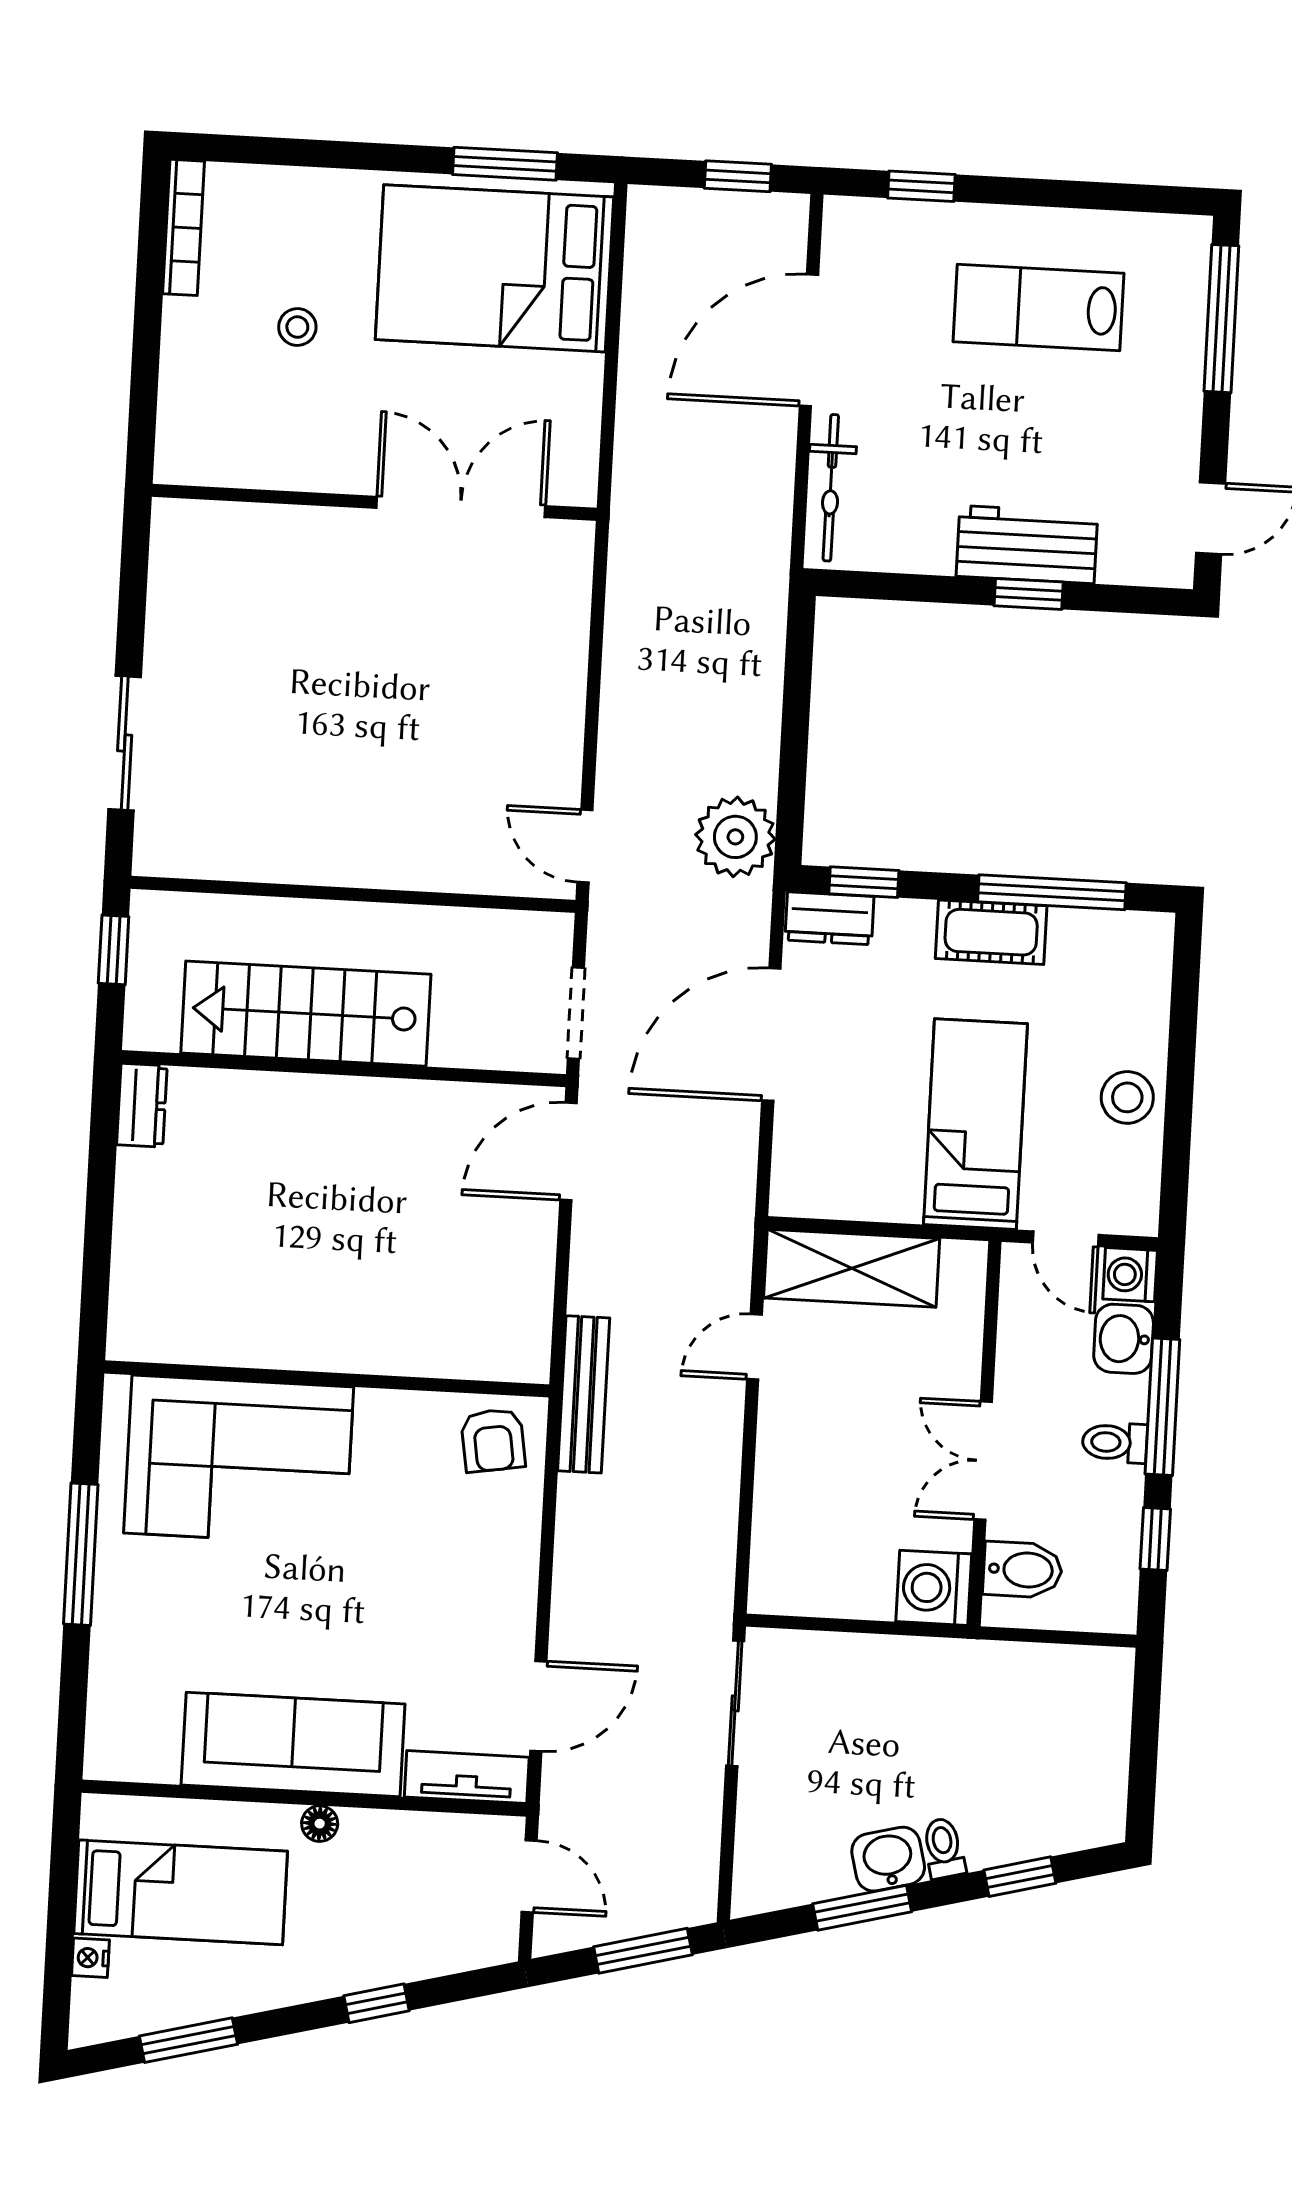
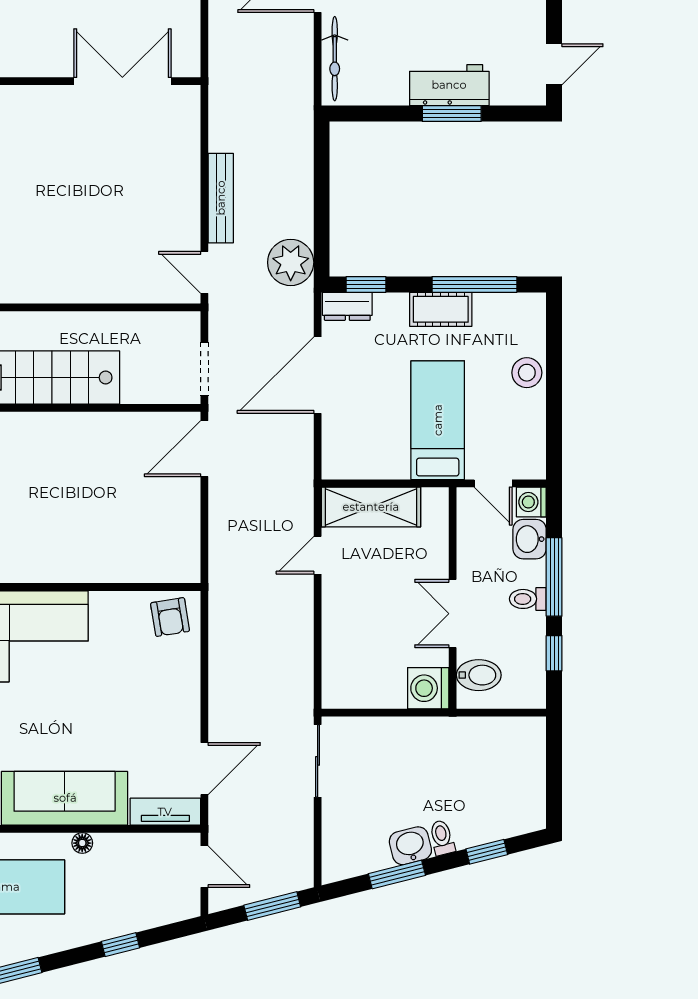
window: (1029, 594) -> (452, 114), width x1.50
stool: (1127, 1097) -> (527, 373), moved
bench: (584, 1394) -> (221, 198), moved

